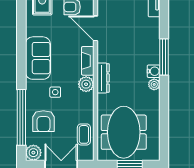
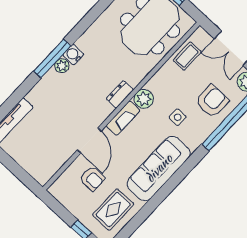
sofa: (38, 58) -> (159, 168), width x1.36
dresser: (103, 78) -> (120, 94), width x0.70
plant: (154, 84) -> (62, 66), moved

